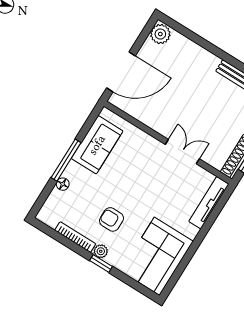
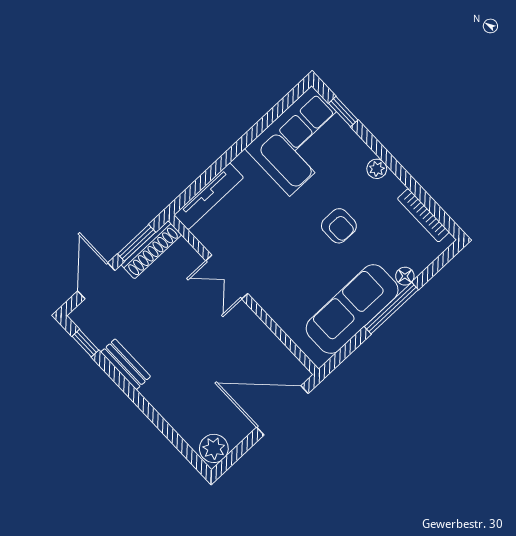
sofa: (97, 145) -> (352, 309), width x1.36
armchair: (112, 219) -> (339, 226), moved
bookcase: (75, 237) -> (423, 215), moved
window: (101, 263) -> (343, 112), moved

